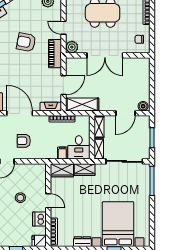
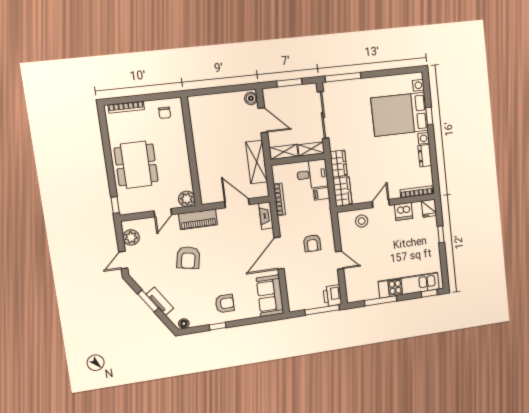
double door: (105, 55) -> (192, 155), removed
shelving: (82, 105) -> (257, 162), moved
stool: (20, 198) -> (362, 221), moved

